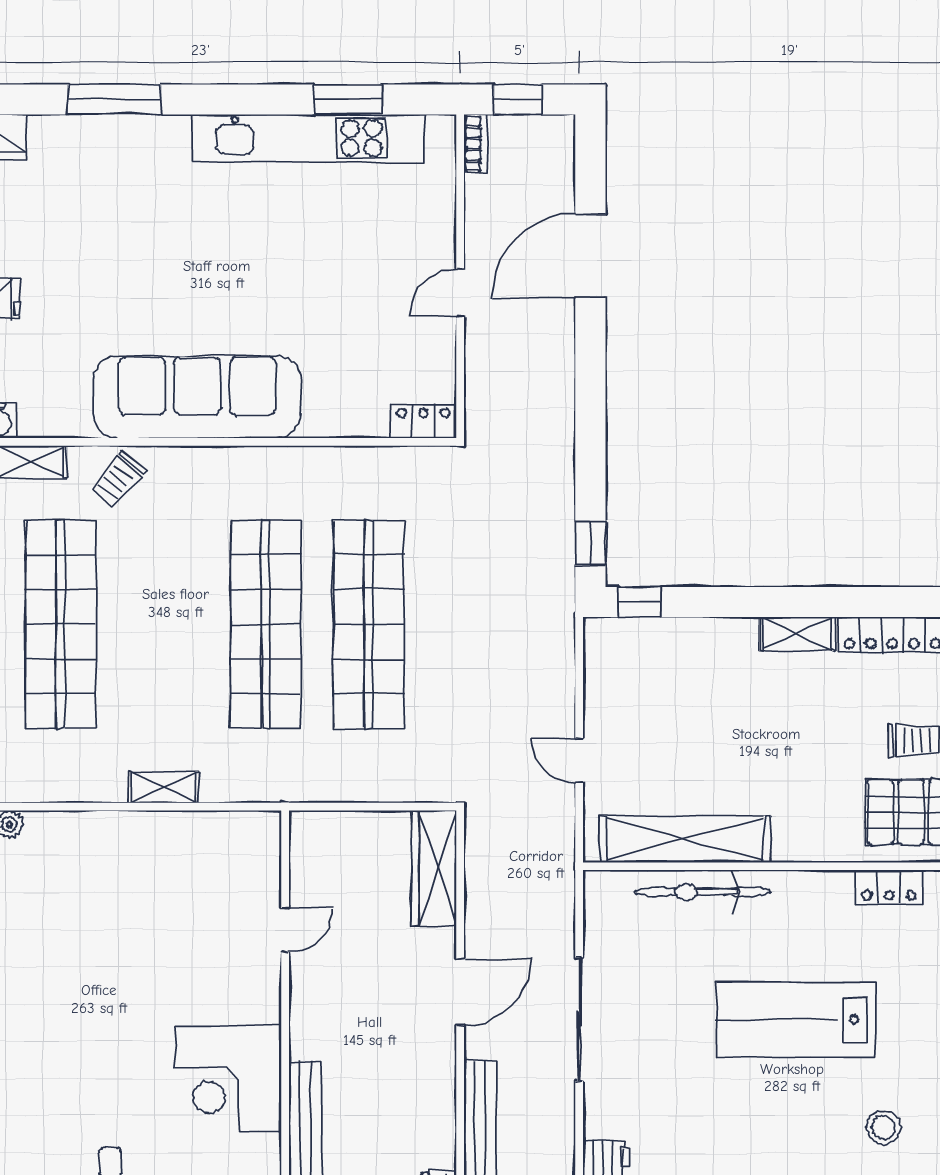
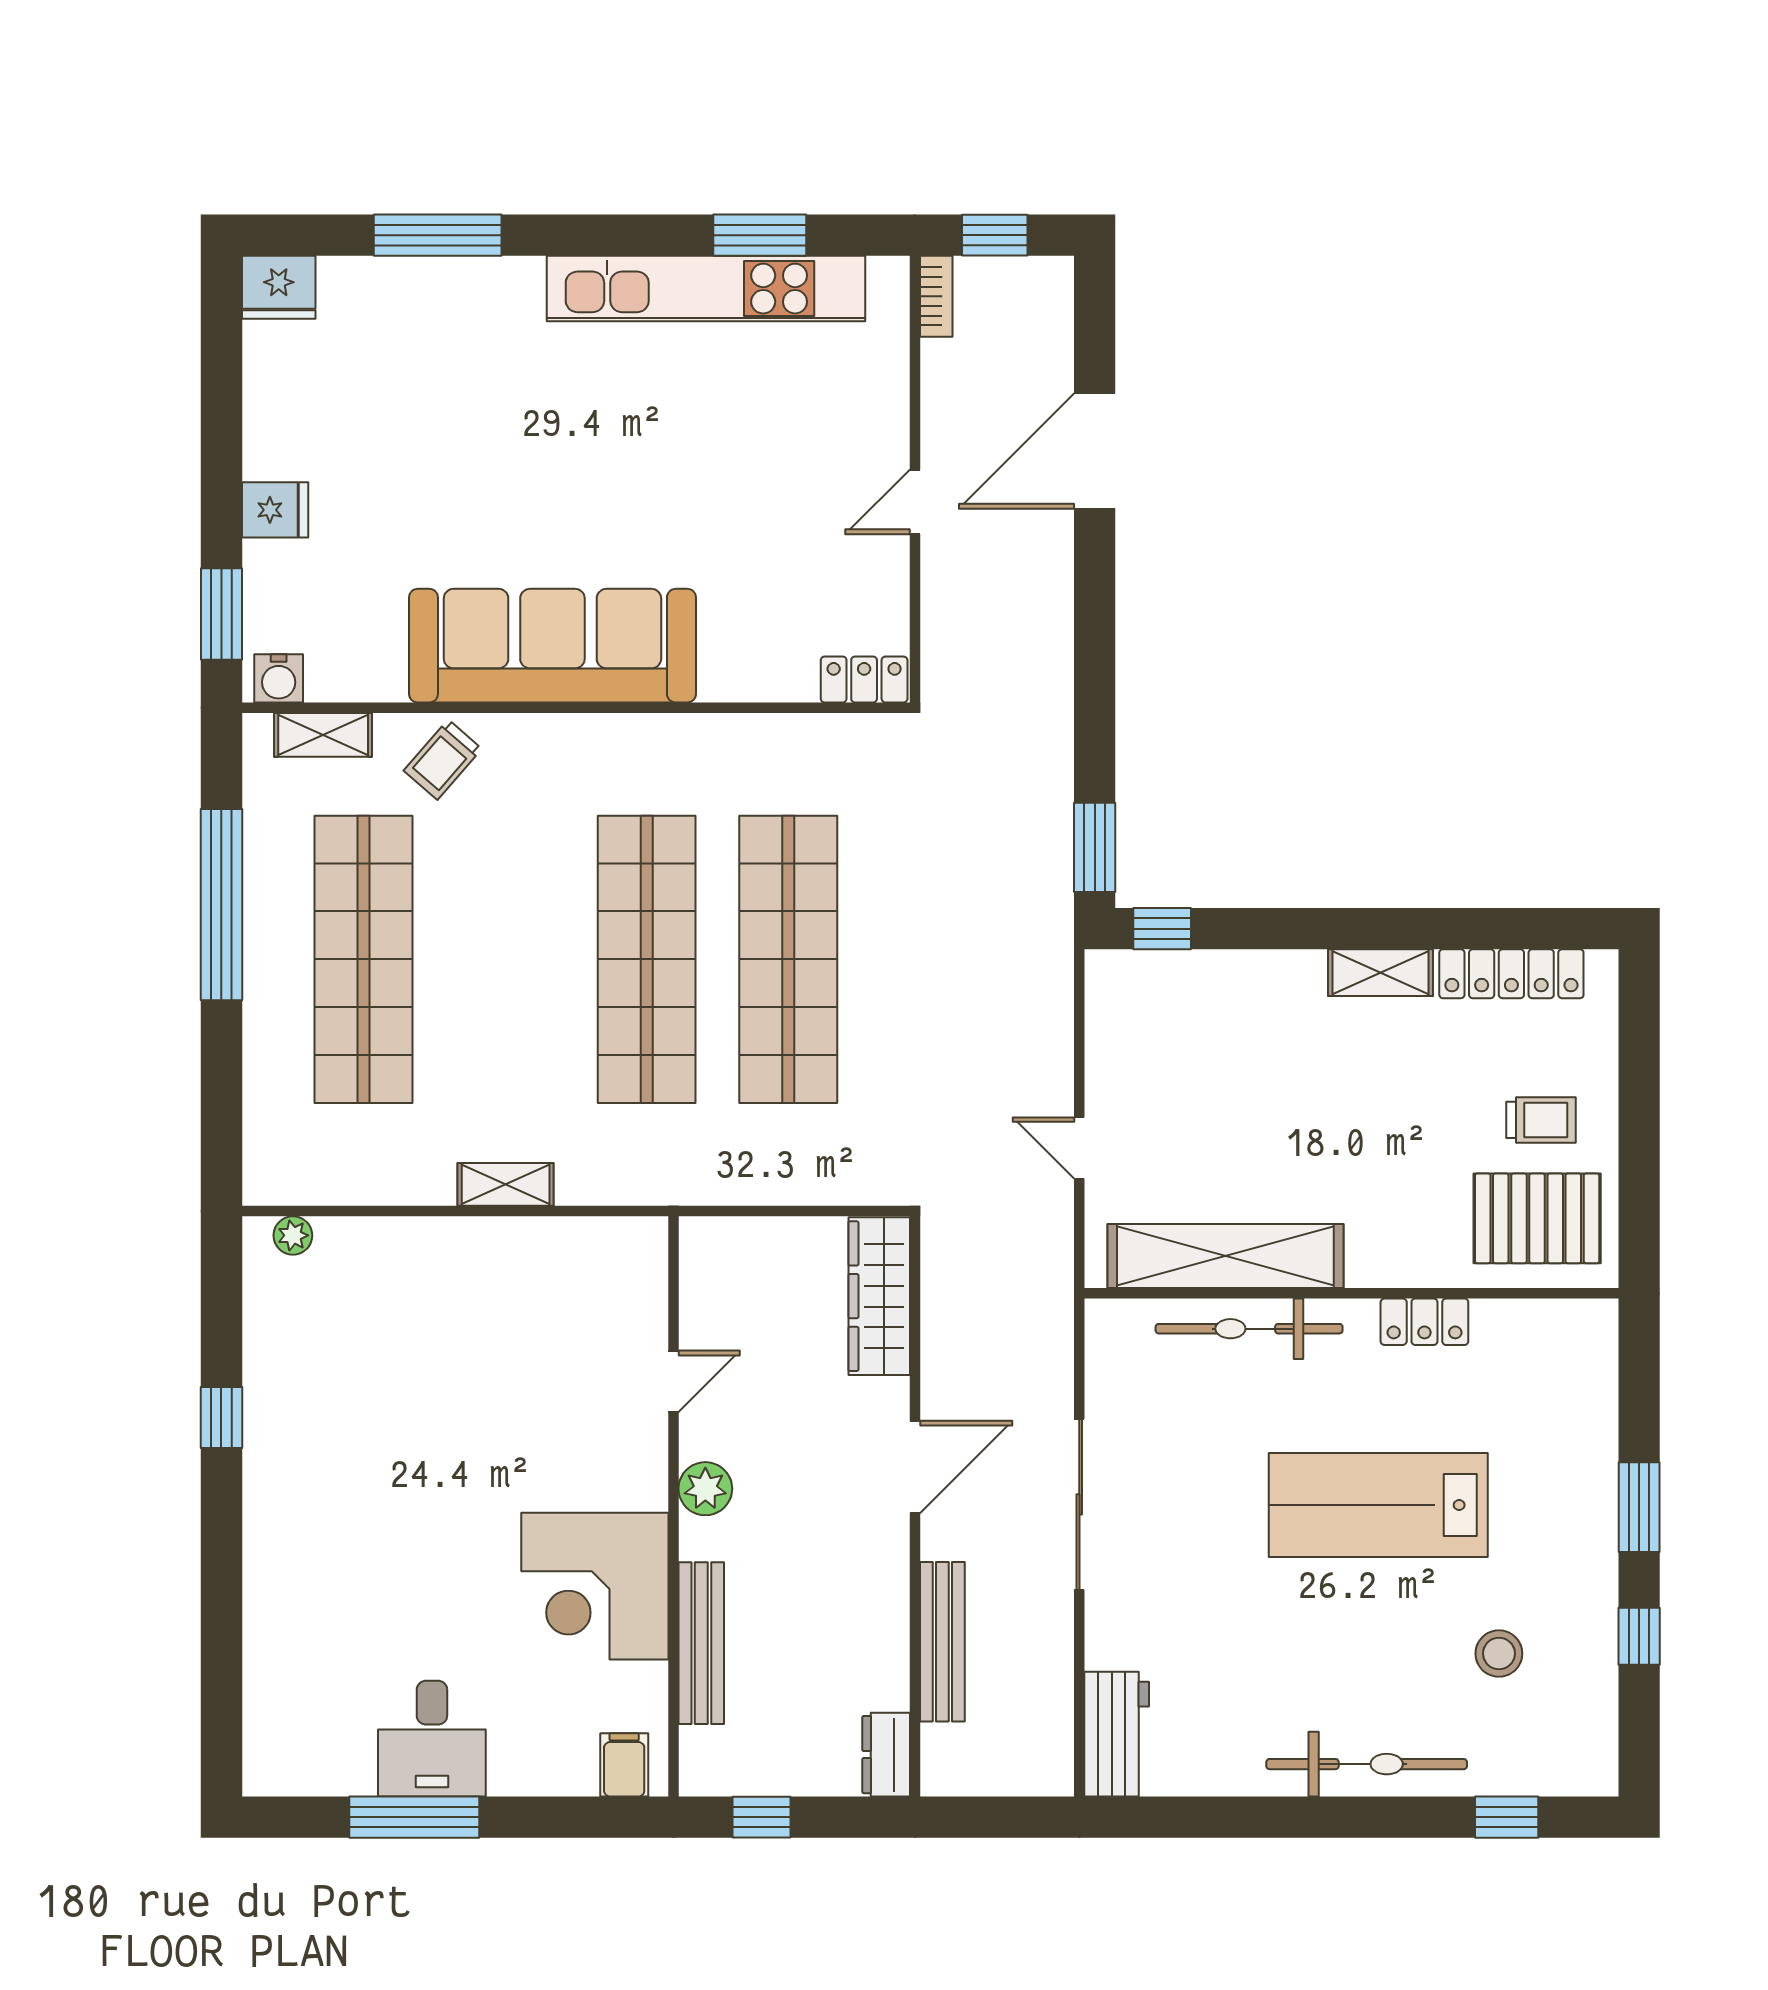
window: (590, 543) -> (1095, 847), width x1.50
locker: (889, 887) -> (1424, 1322), moved
plant: (308, 1008) -> (705, 1489), added

